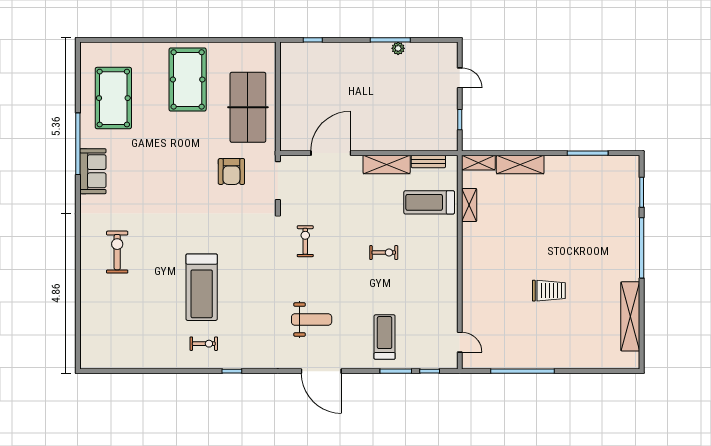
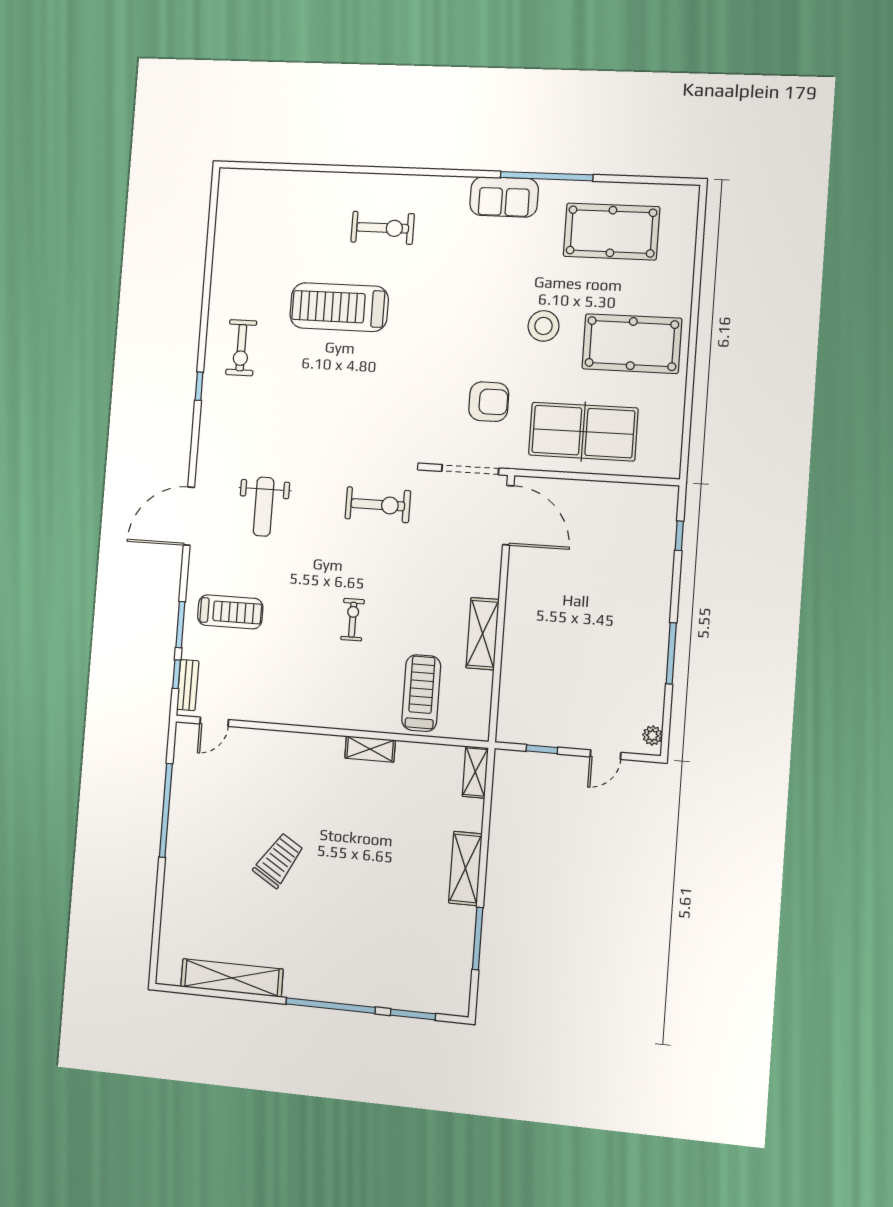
plant: (398, 48) -> (652, 735), moved
stool: (179, 139) -> (544, 326), added
door: (331, 153) -> (508, 515), moved
bench: (428, 162) -> (188, 685), moved
shelving: (520, 164) -> (465, 868), moved
armchair: (231, 171) -> (489, 402), turned 180
shelving: (469, 205) -> (370, 749), moved
exercise bike: (305, 241) -> (378, 505), width x1.38, depth x1.39
exercise bike: (384, 253) -> (353, 620), turned 180
treadmill: (202, 287) -> (339, 307), moved
trolley: (549, 291) -> (278, 860), turned -148
exercise bike: (204, 344) -> (241, 348), width x1.38, depth x1.39

